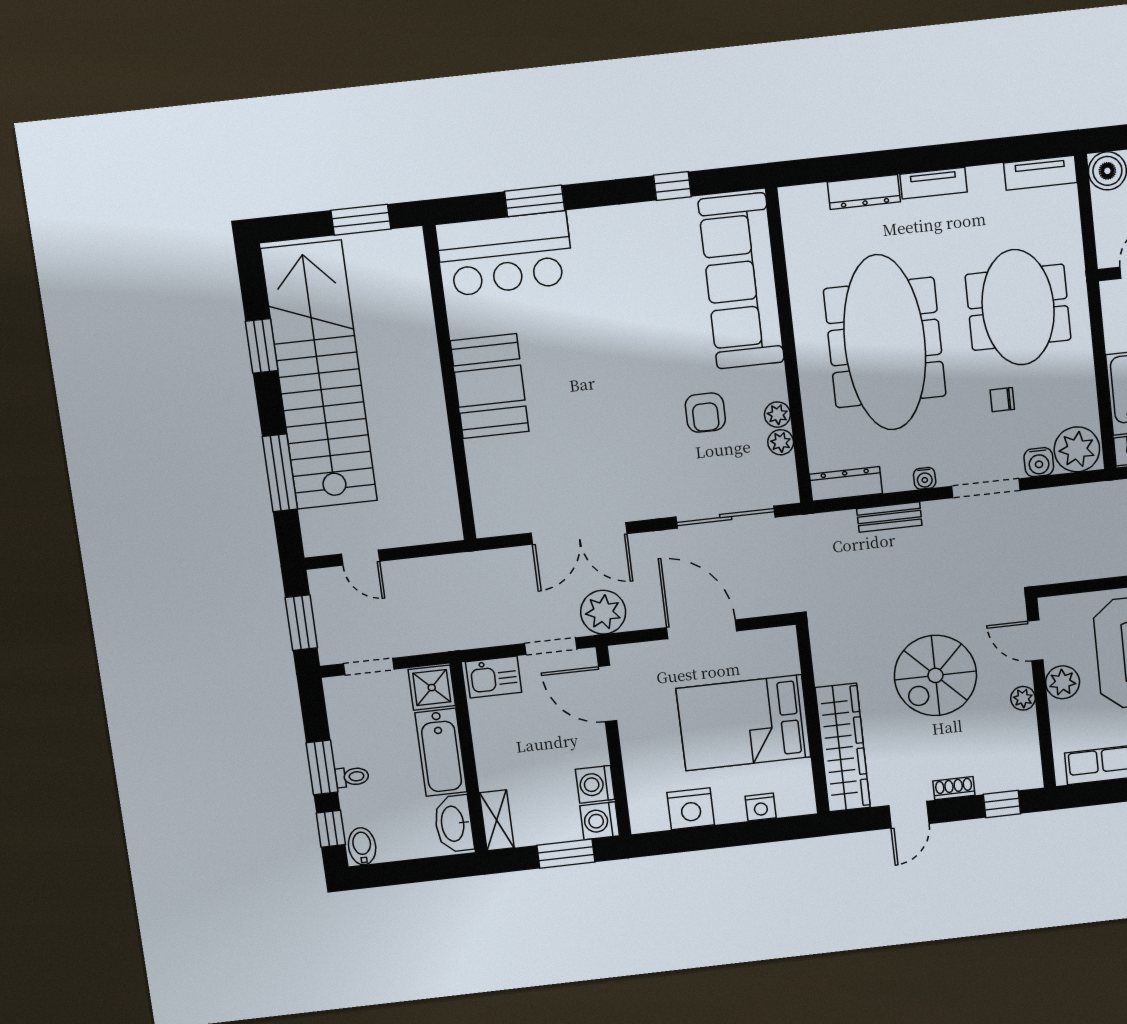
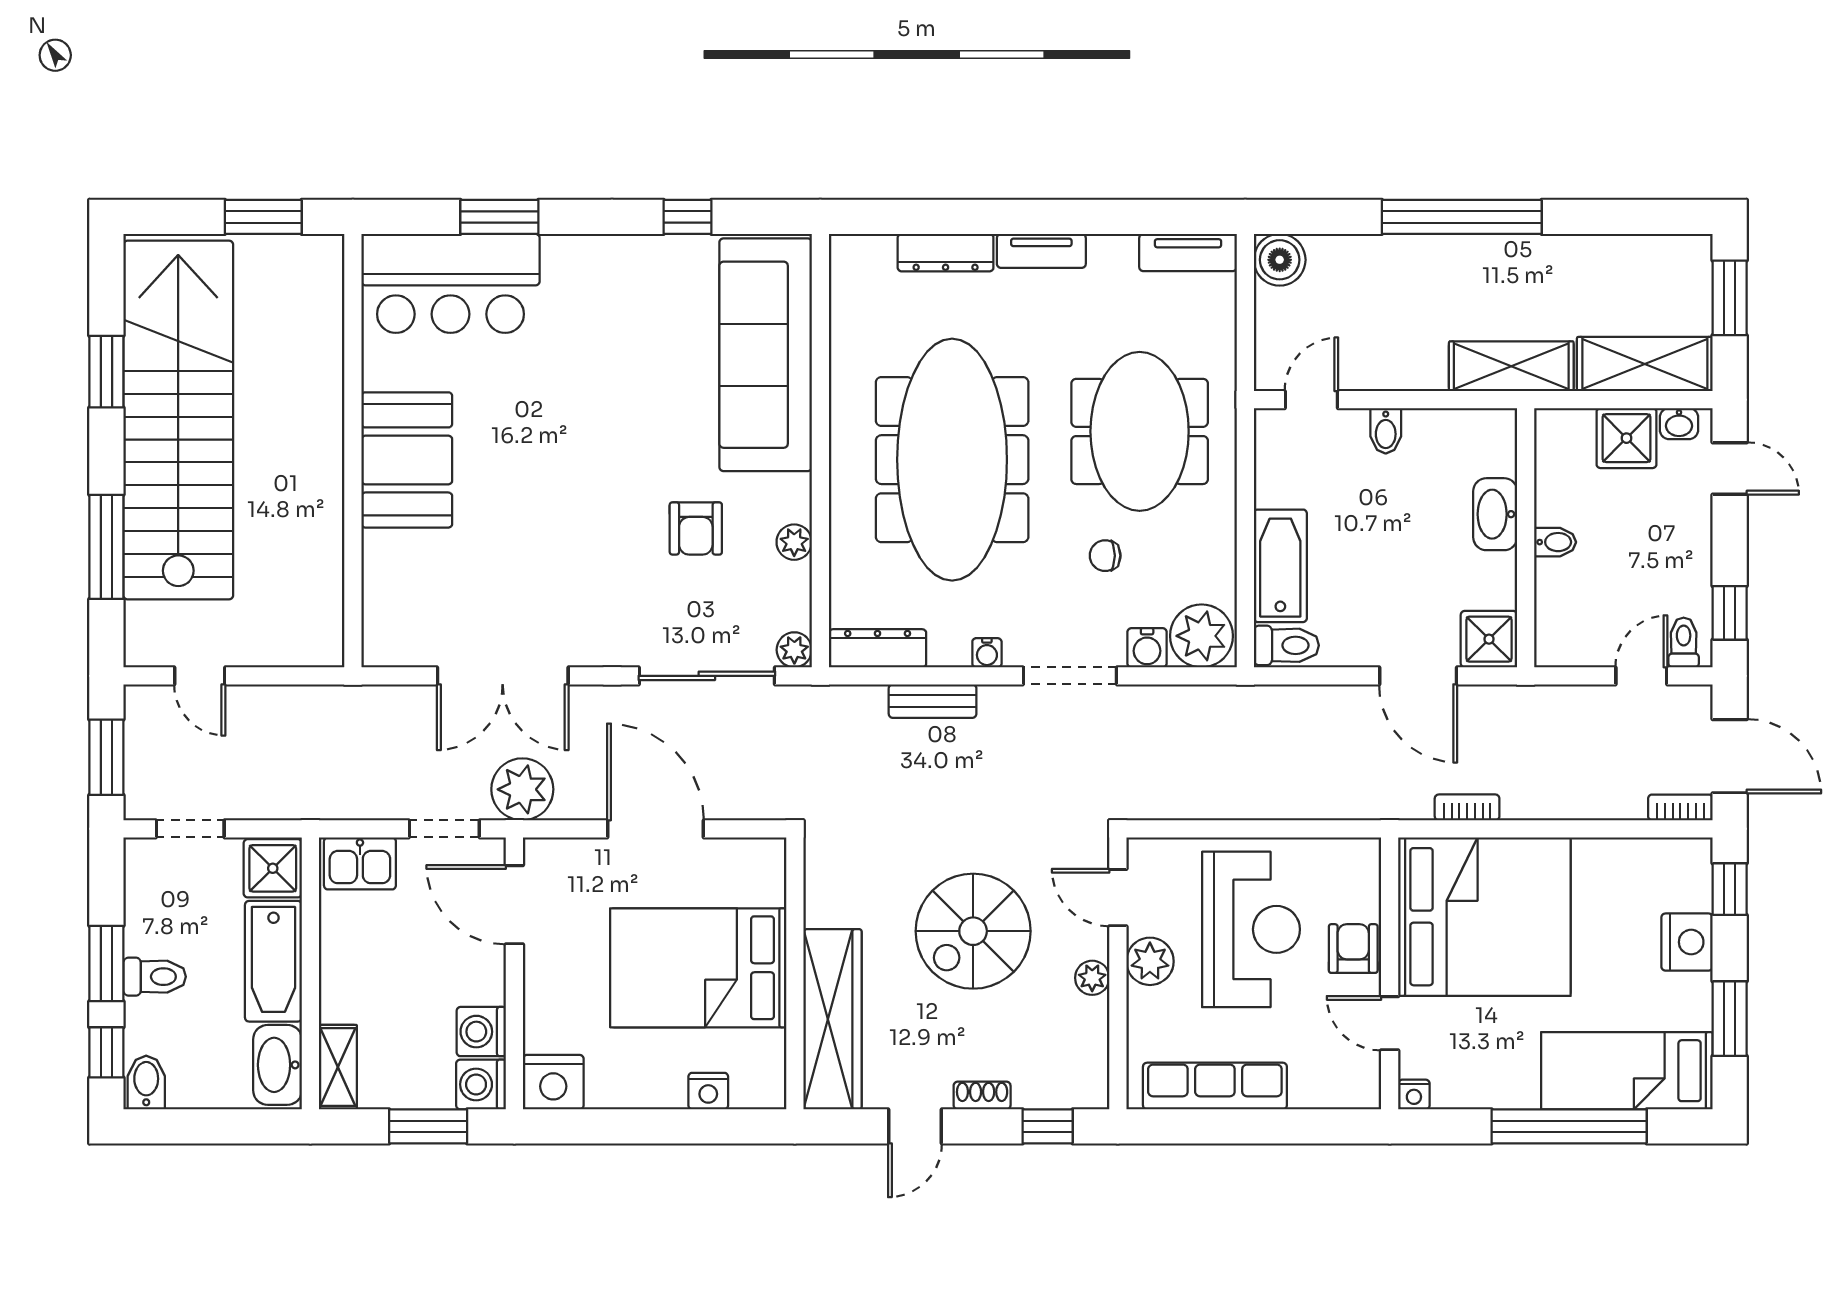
plant: (781, 442) -> (794, 650), moved
toilet: (352, 777) -> (155, 977), width x1.37, depth x1.39
nightstand: (691, 809) -> (553, 1082), moved

